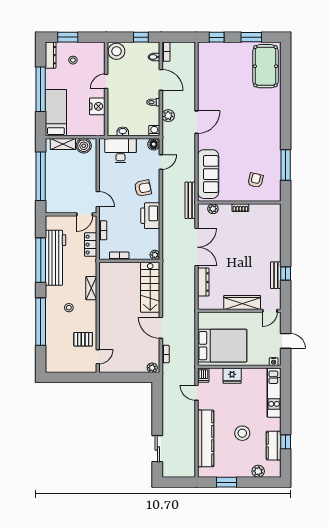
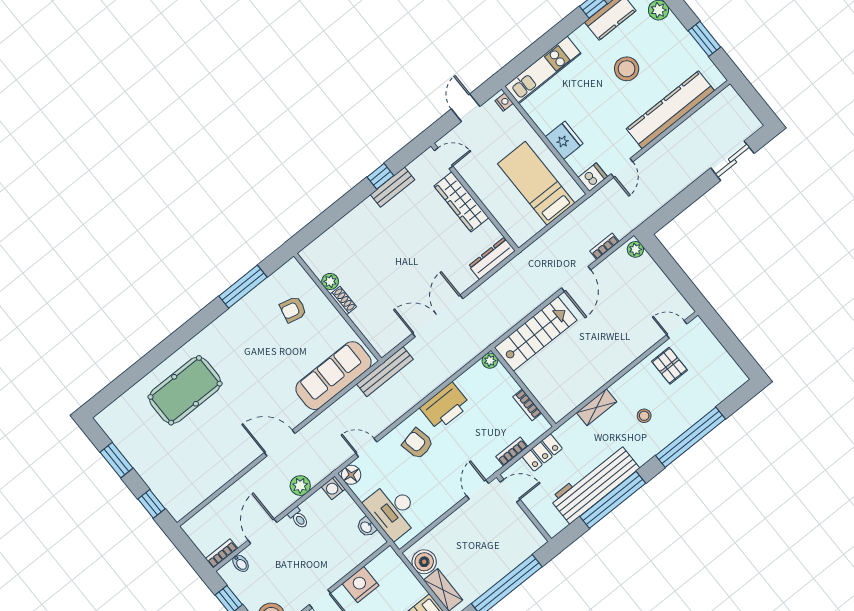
pool table: (265, 66) -> (185, 390), moved
plant: (213, 209) -> (330, 281), moved
dresser: (203, 282) -> (492, 258), moved
bed: (222, 346) -> (536, 183), width x0.67

